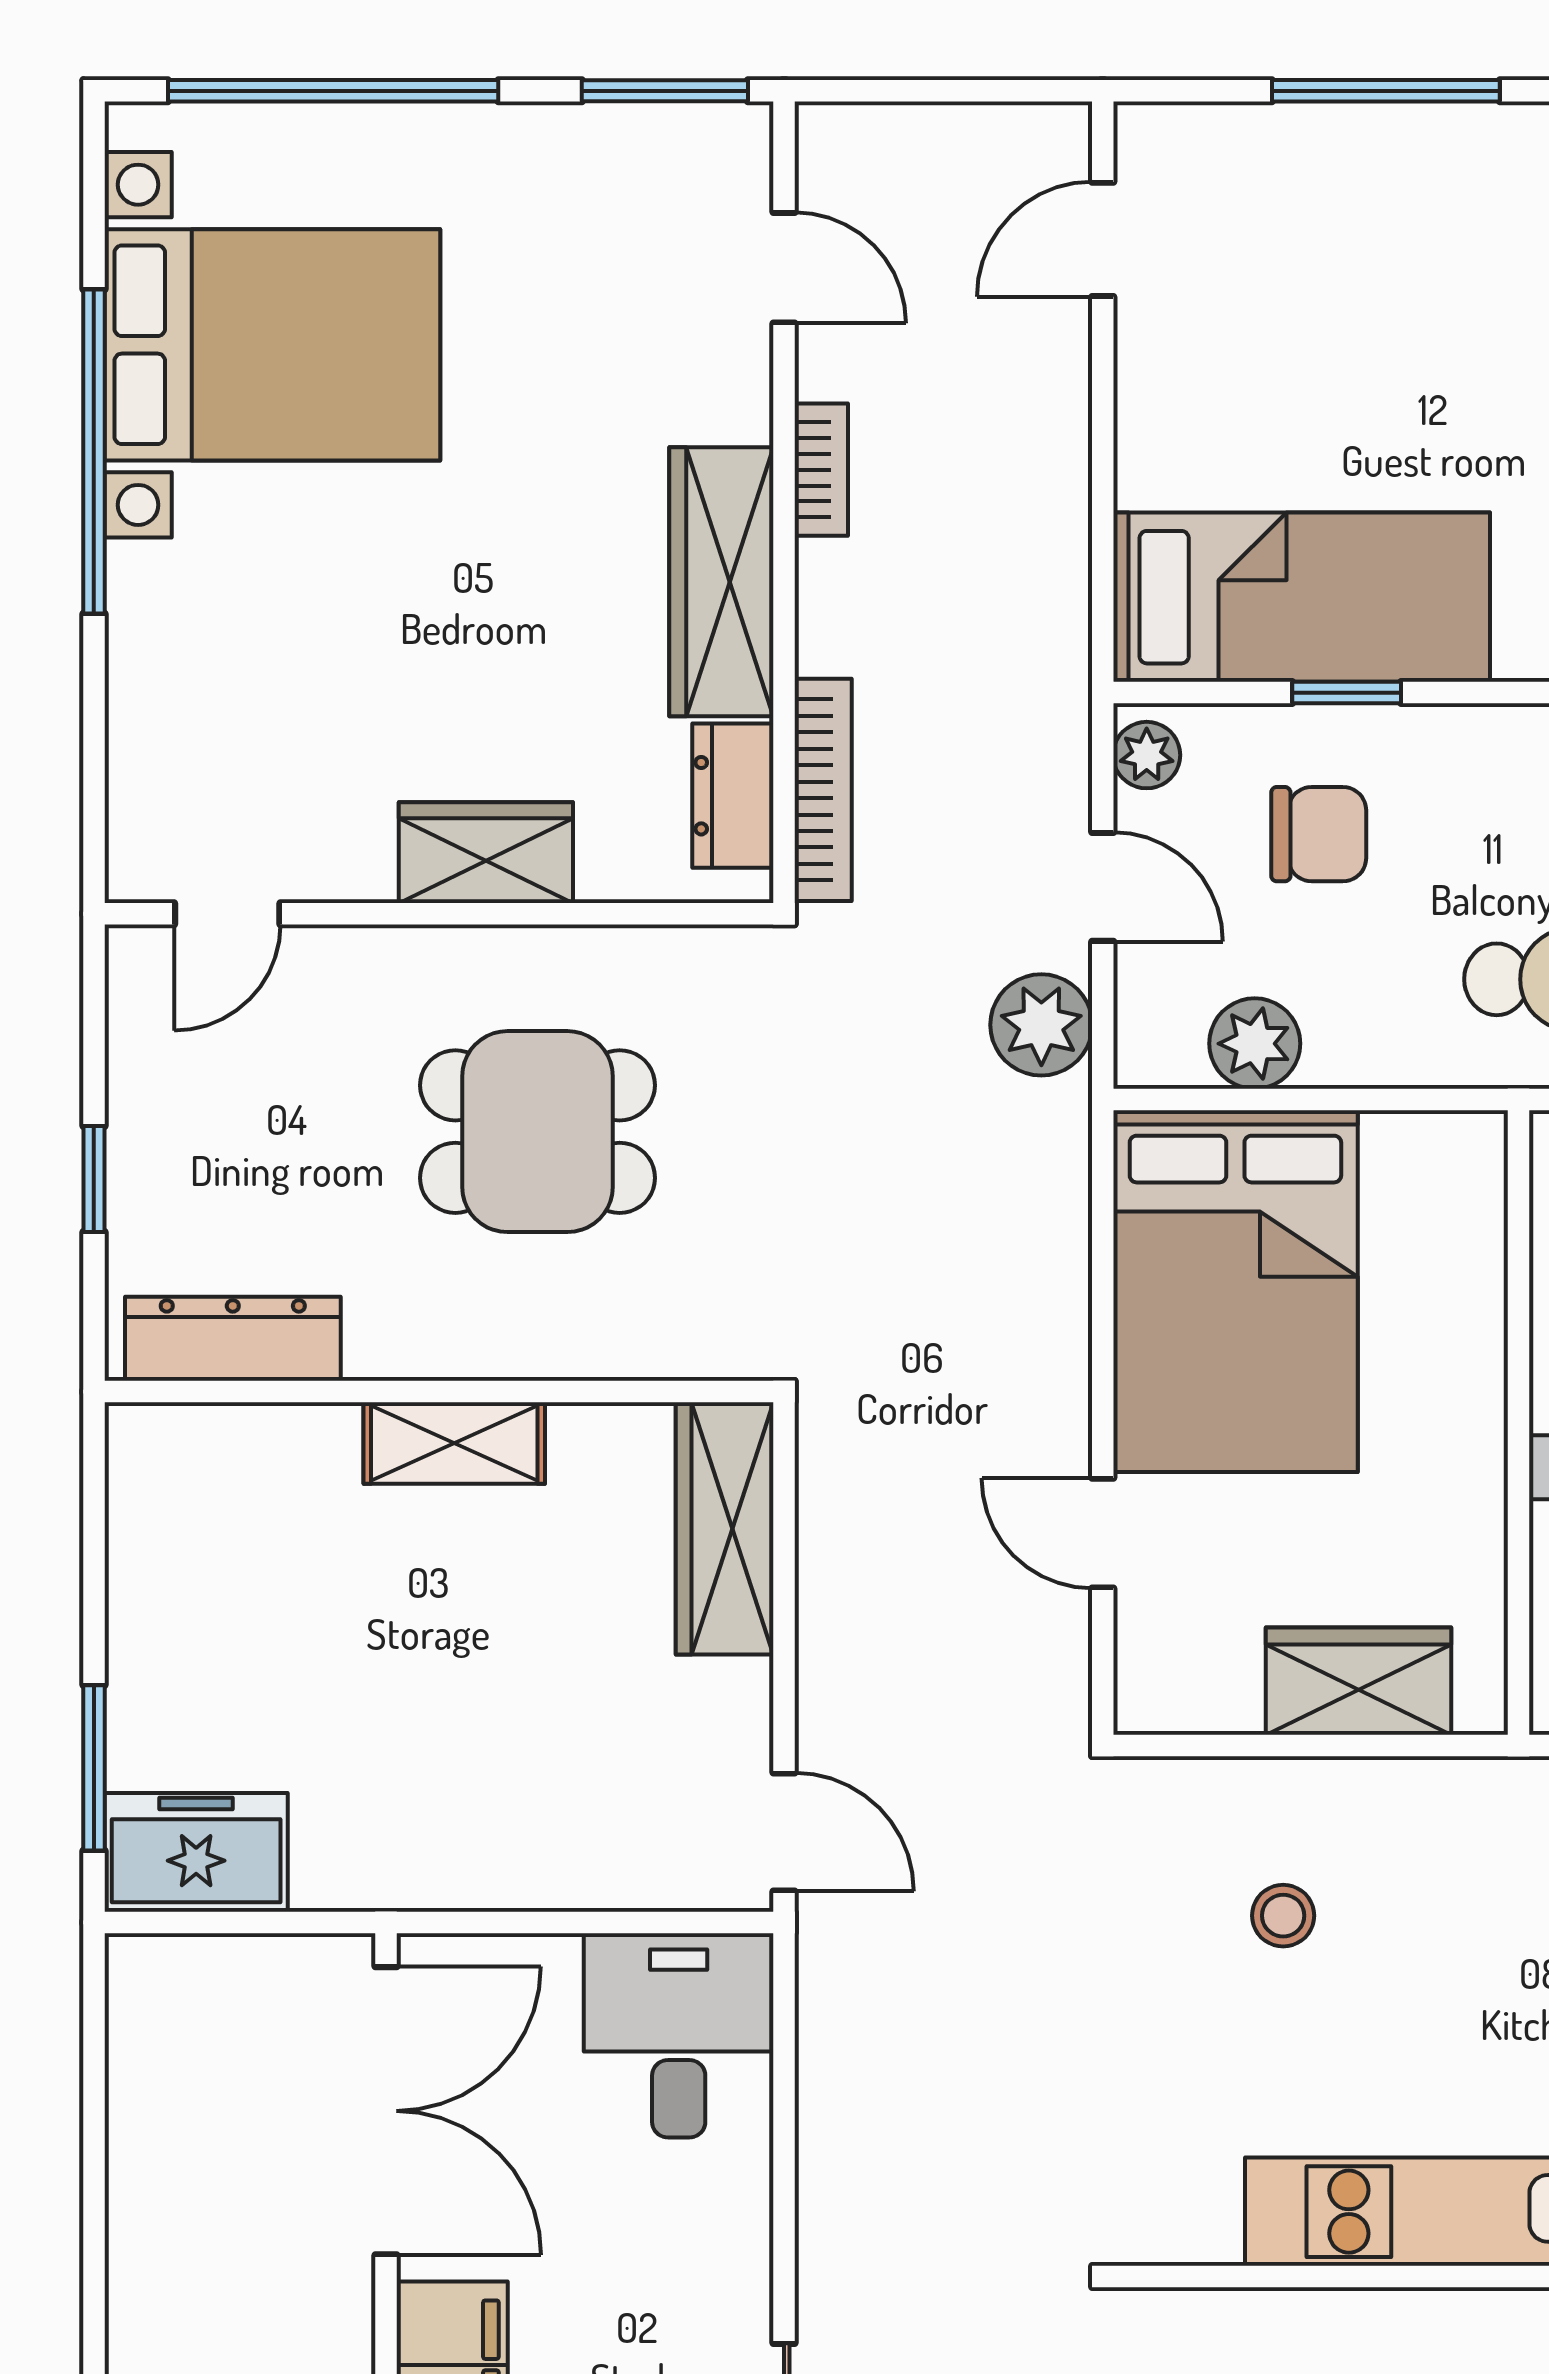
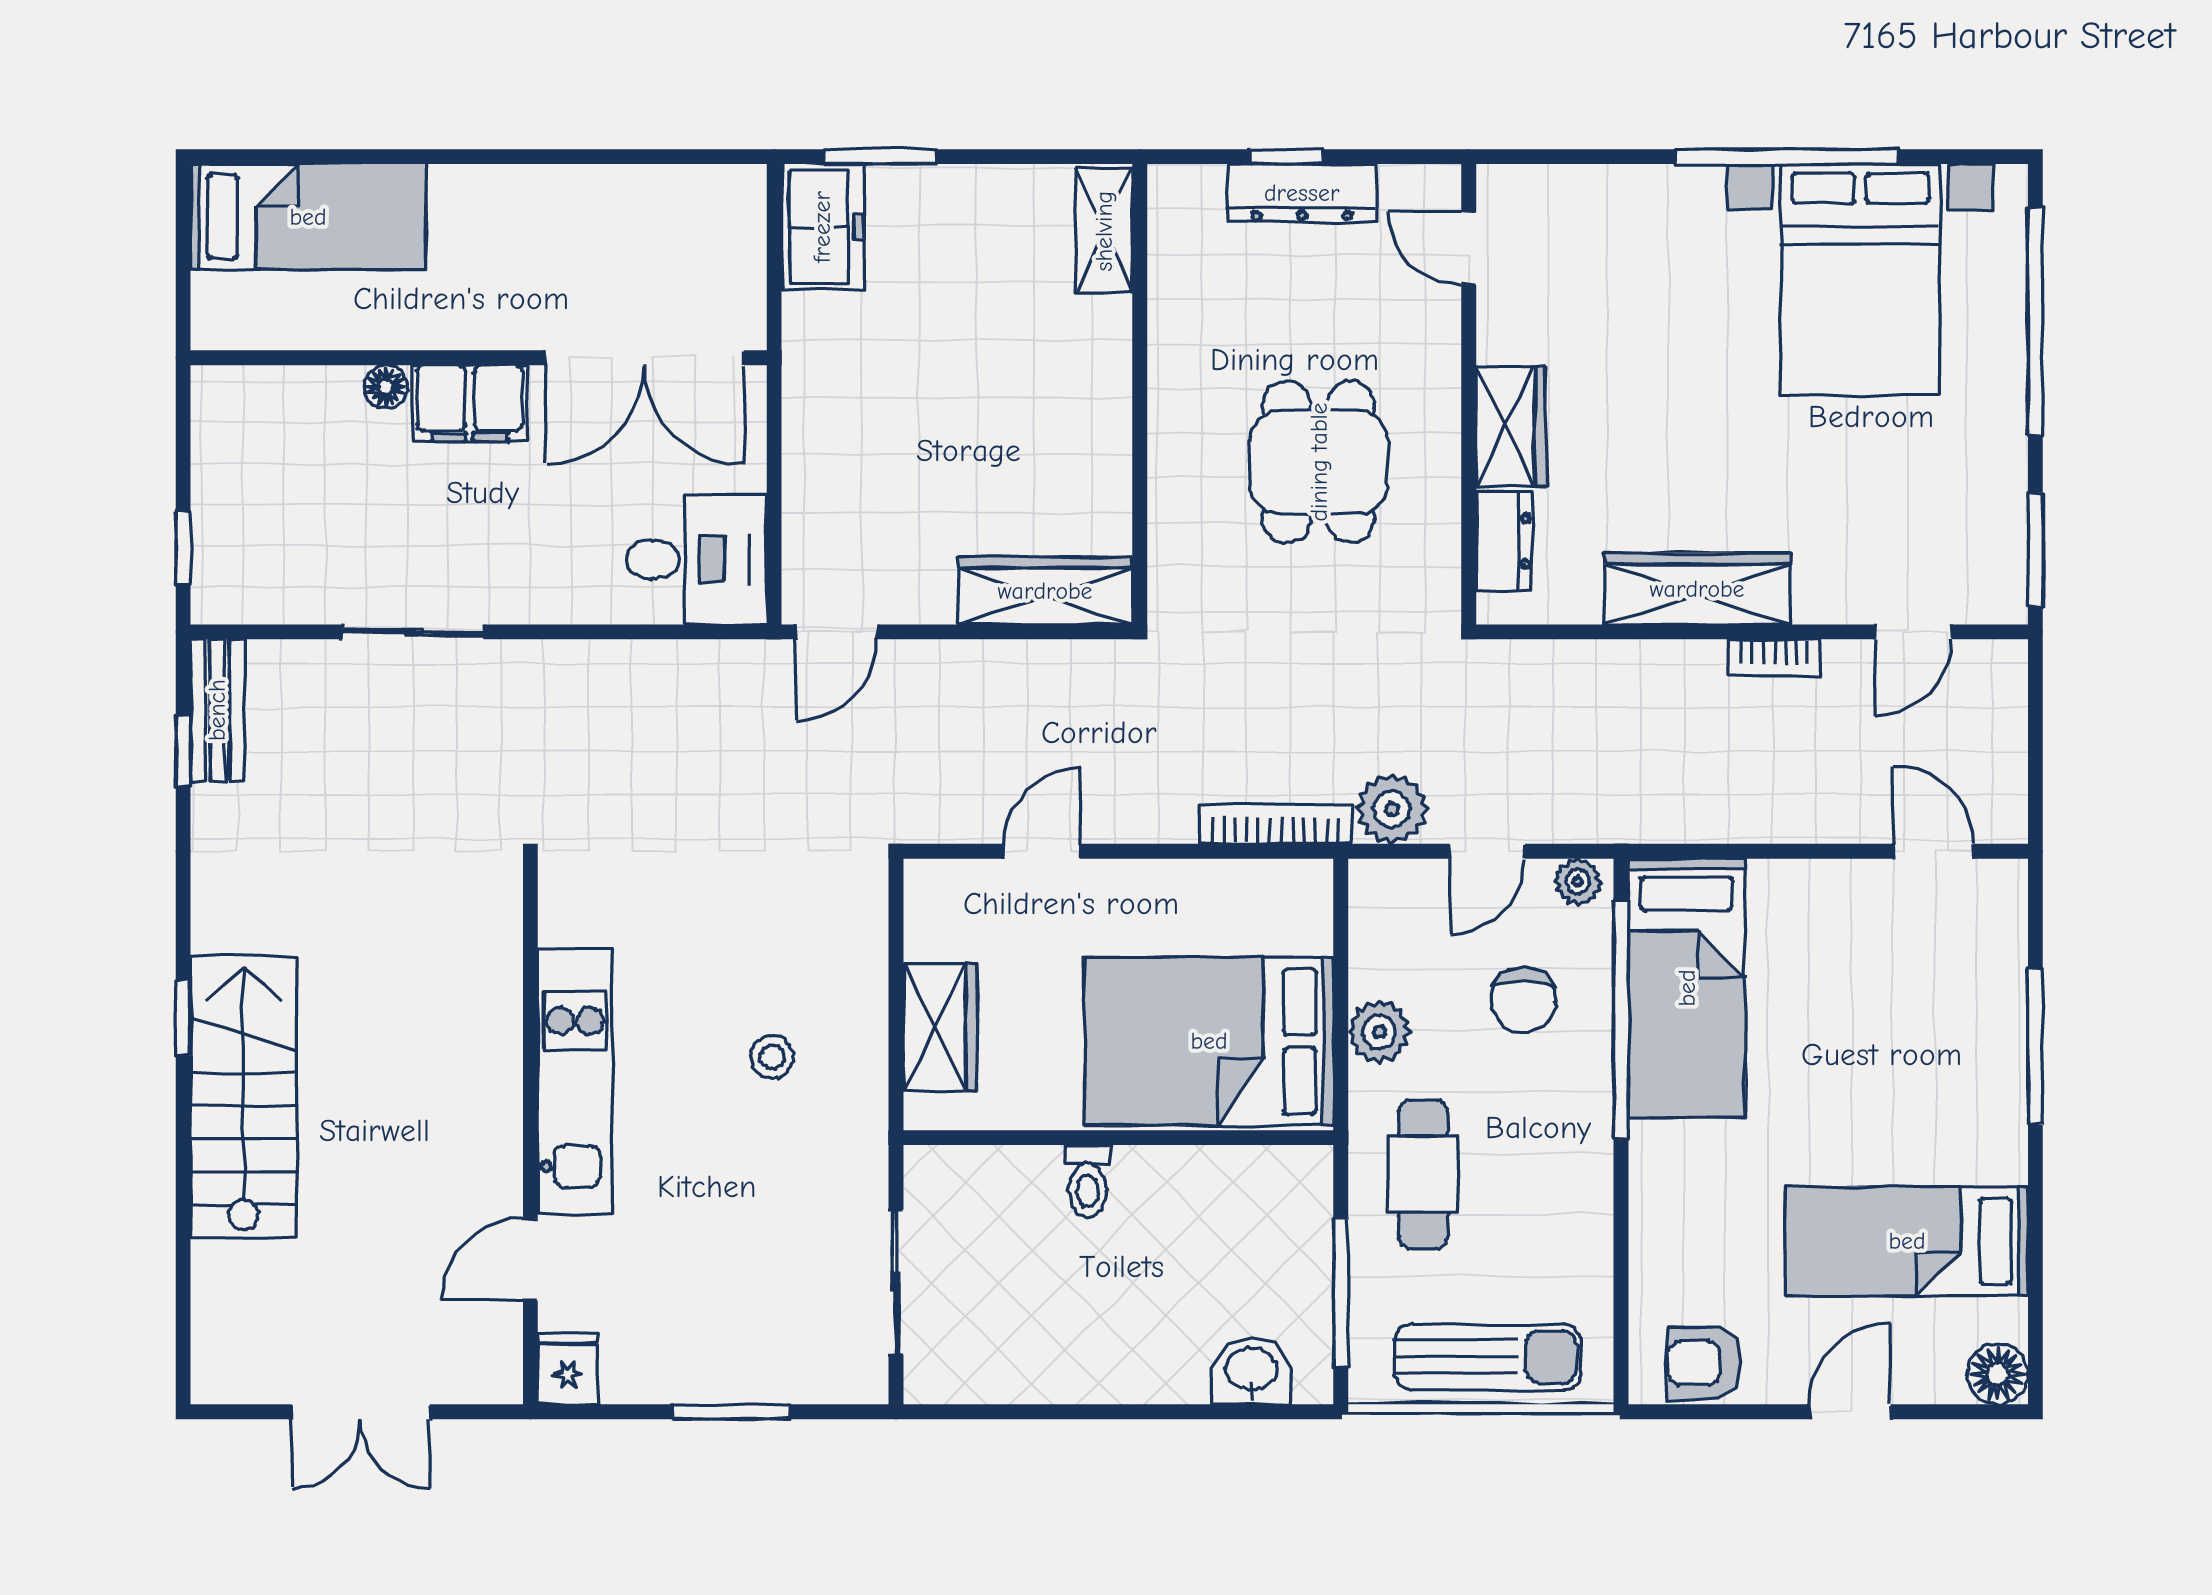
window: (1347, 693) -> (1621, 1019), width x3.17
bookcase: (823, 790) -> (1276, 824), moved, turned 180
dresser: (733, 796) -> (1504, 541), moved, turned 90
plant: (1255, 1044) -> (1379, 1032), moved
bed: (1235, 1291) -> (1209, 1041), moved
dresser: (233, 1339) -> (1302, 193), moved, turned 90
shelving: (454, 1443) -> (1104, 231), moved
stool: (1283, 1916) -> (772, 1057), moved

